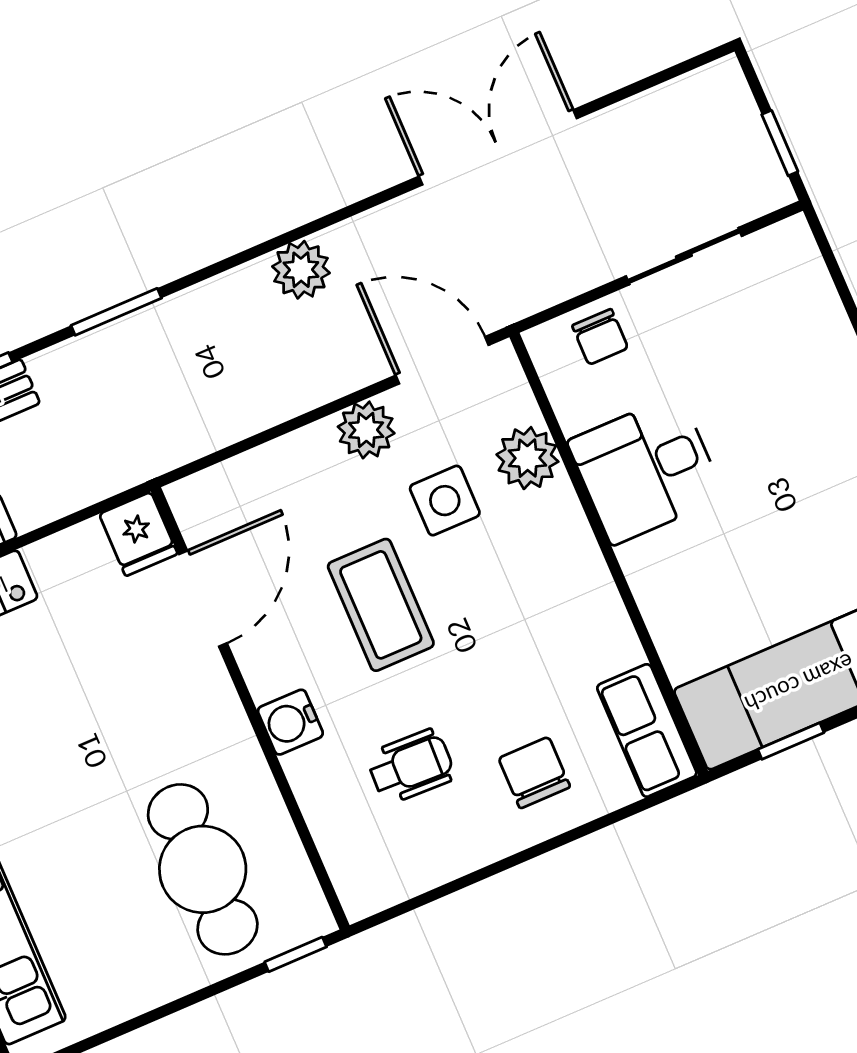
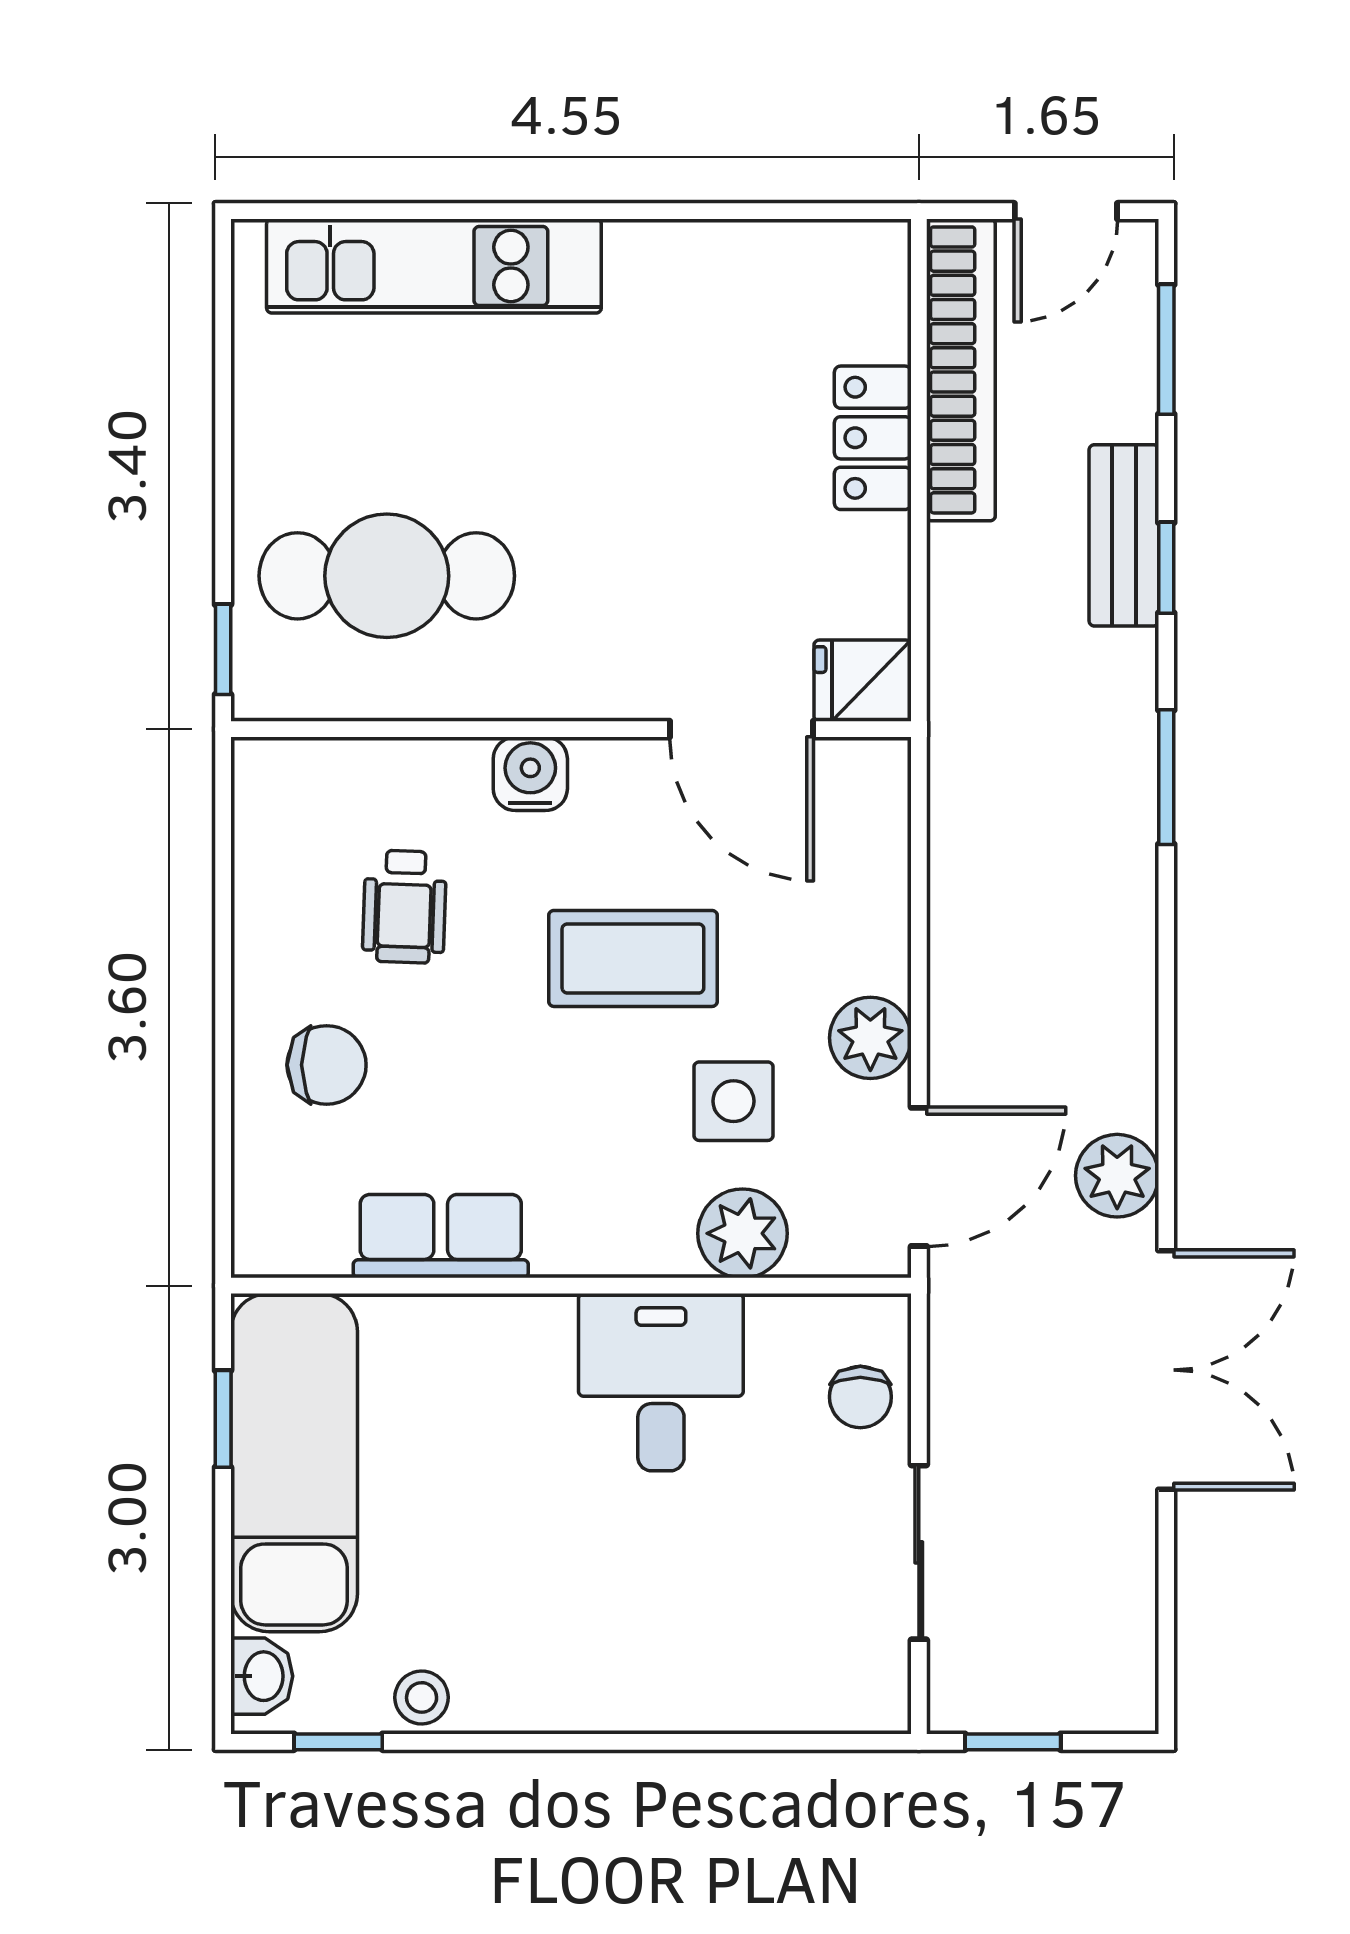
plant: (301, 270) -> (1117, 1176), moved
chair: (600, 337) -> (860, 1397), turned -90
row of seats: (647, 730) -> (441, 1236), moved

